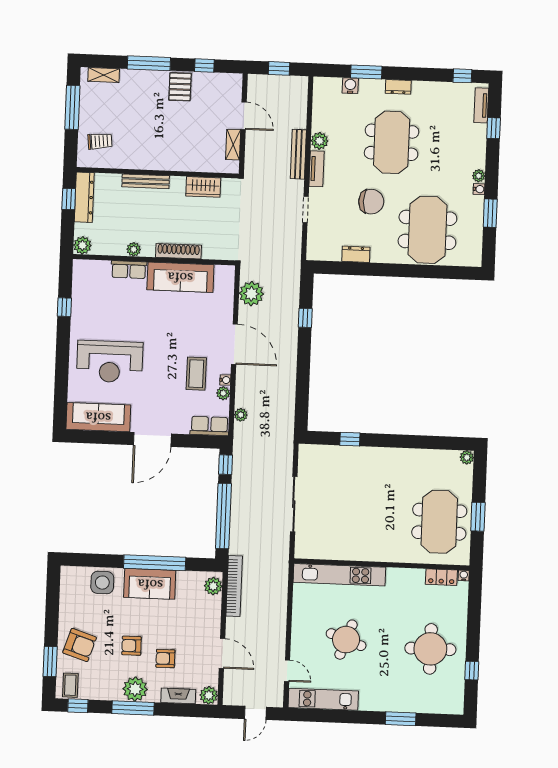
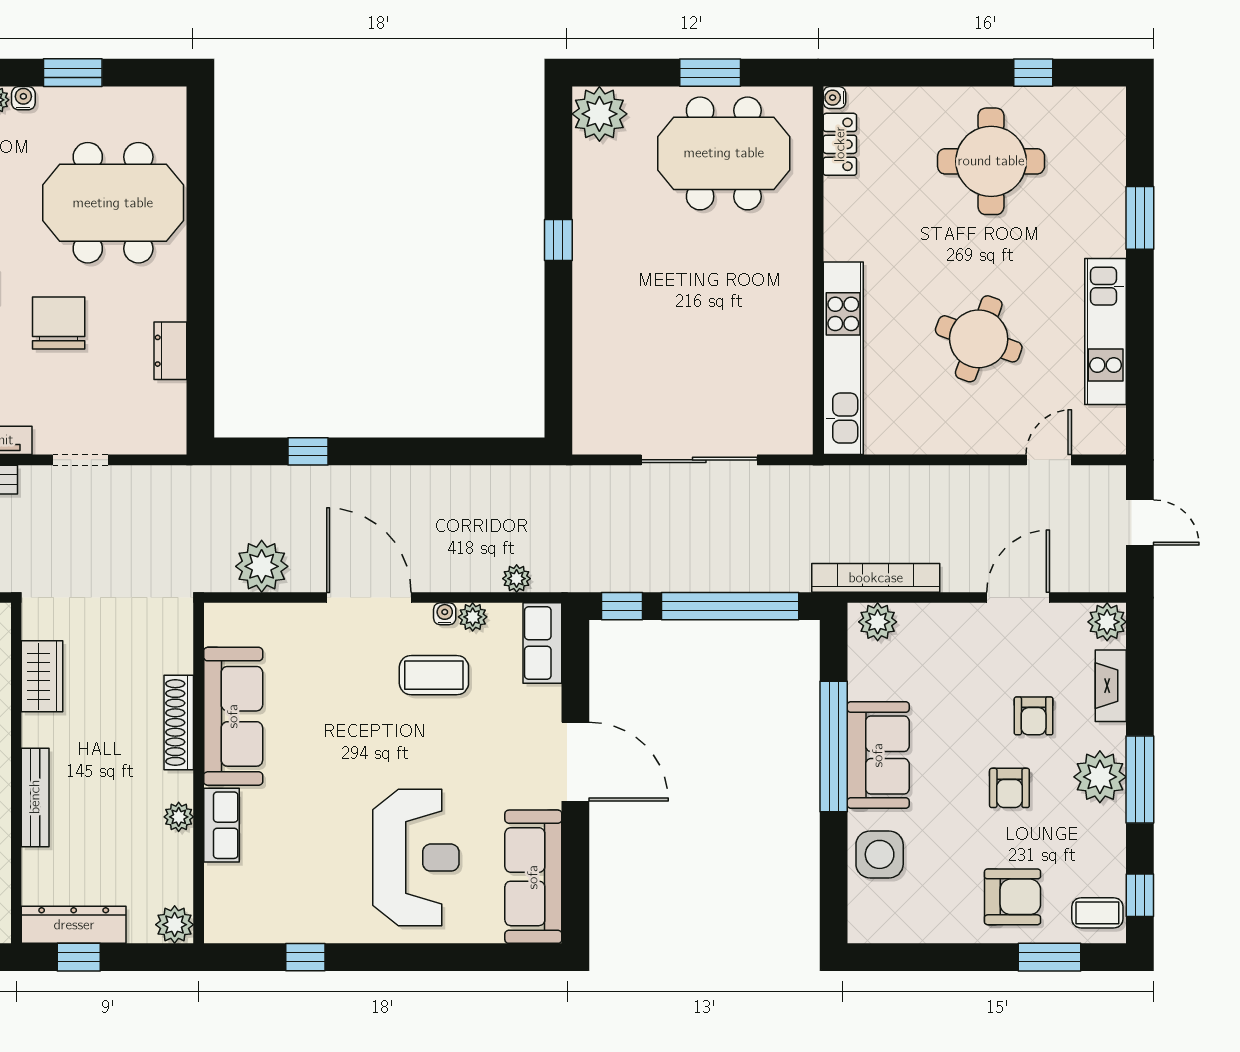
door: (234, 344) -> (369, 598), hinge flipped
window: (350, 439) -> (558, 240), moved
plant: (467, 457) -> (599, 114), width x1.88, depth x1.88
armchair: (80, 645) -> (1012, 897), turned 72
kitchen unit: (323, 699) -> (1106, 331), moved

